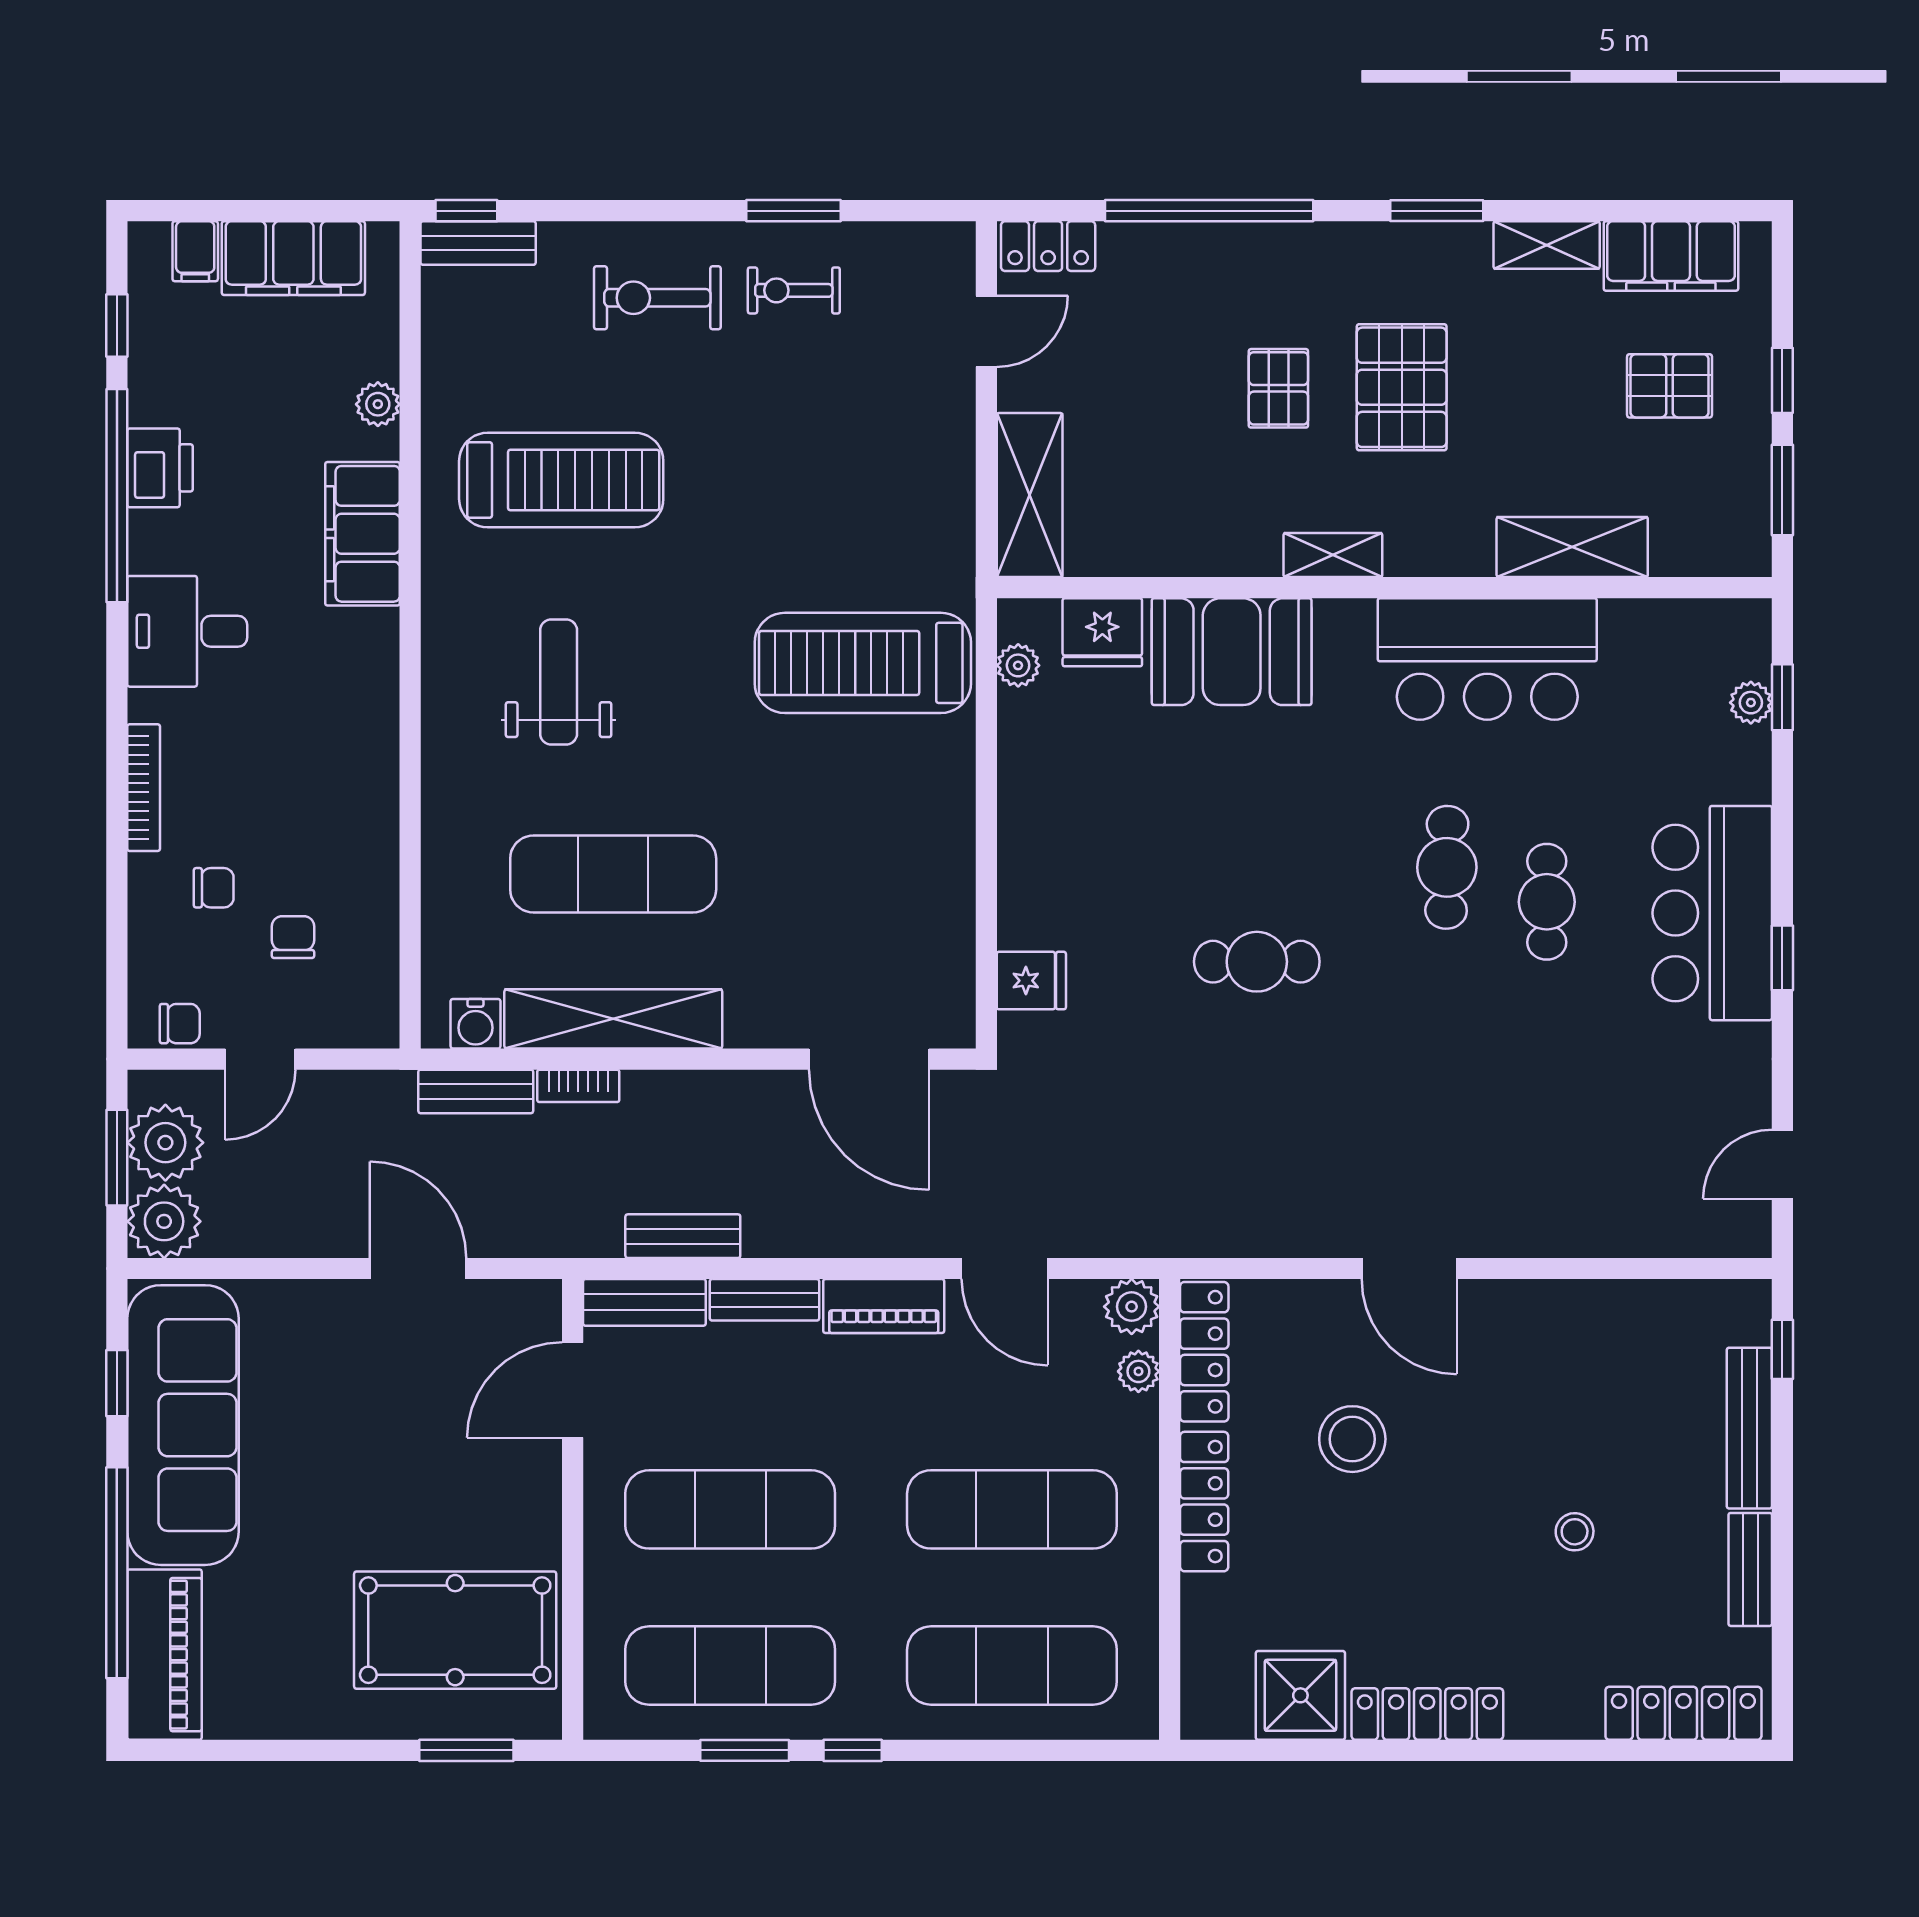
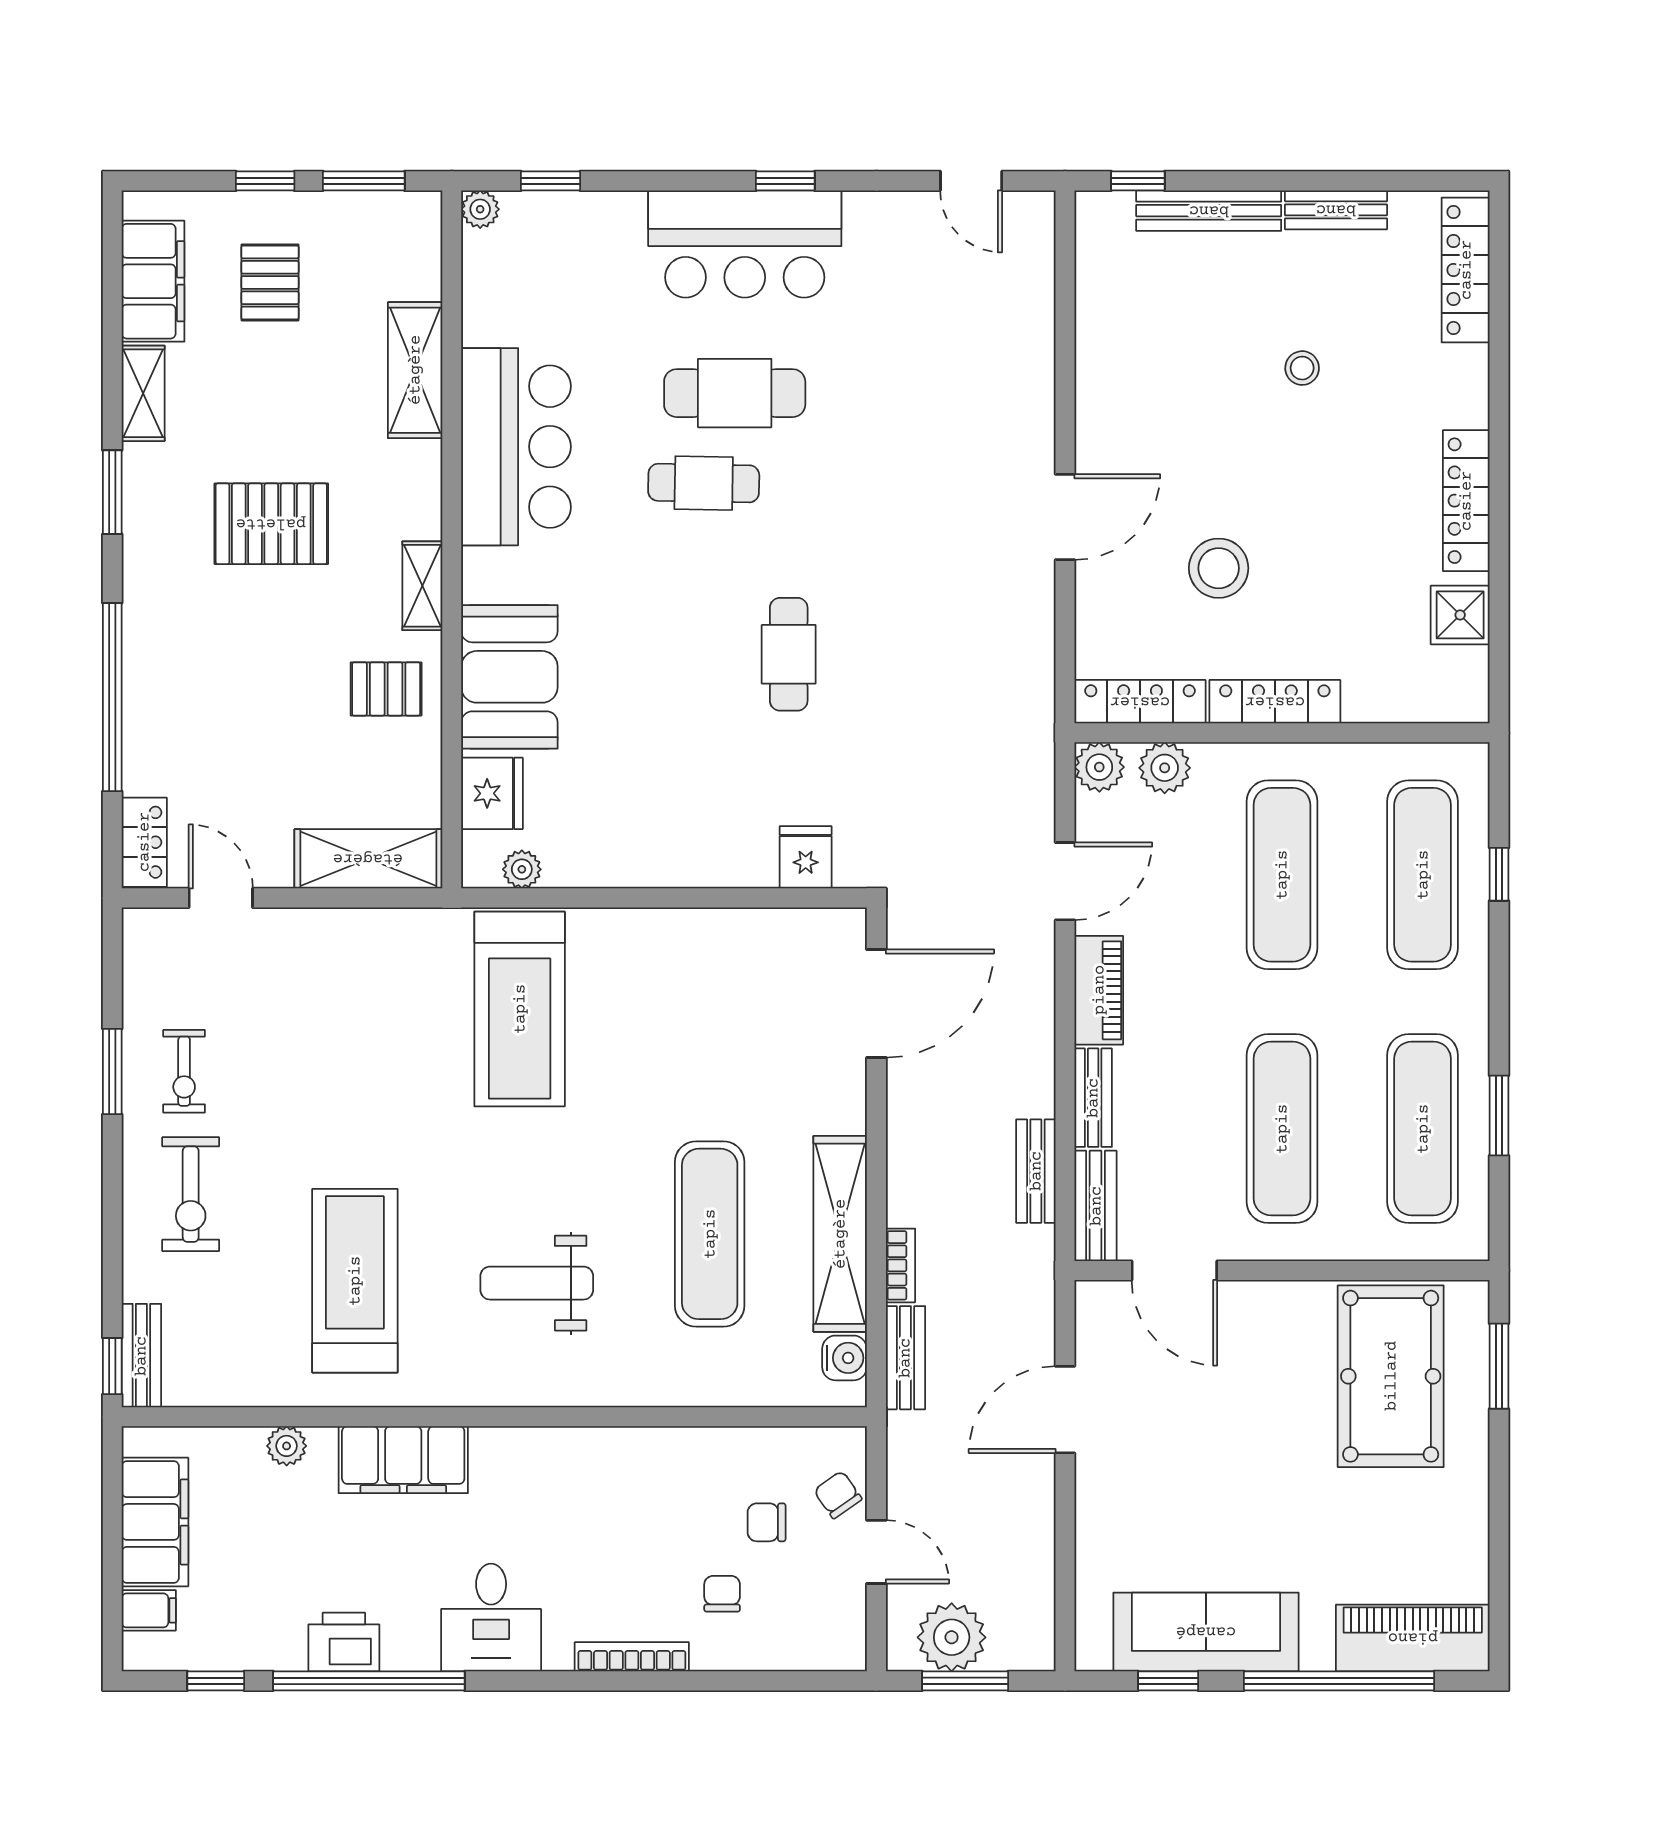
pallet: (1278, 388) -> (386, 689), moved
plant: (1751, 703) -> (480, 209), moved
cafe table: (1547, 902) -> (735, 393), width x1.37, depth x1.35
chair: (180, 1024) -> (838, 1495), moved, turned -35
plant: (164, 1221) -> (1023, 1638), removed
plant: (1138, 1371) -> (1165, 768), width x1.38, depth x1.38
sofa: (183, 1425) -> (1206, 1632), width x0.74, depth x0.79
shower: (1300, 1695) -> (1460, 615), width x0.73, depth x0.73
window: (853, 1750) -> (1499, 874), moved

